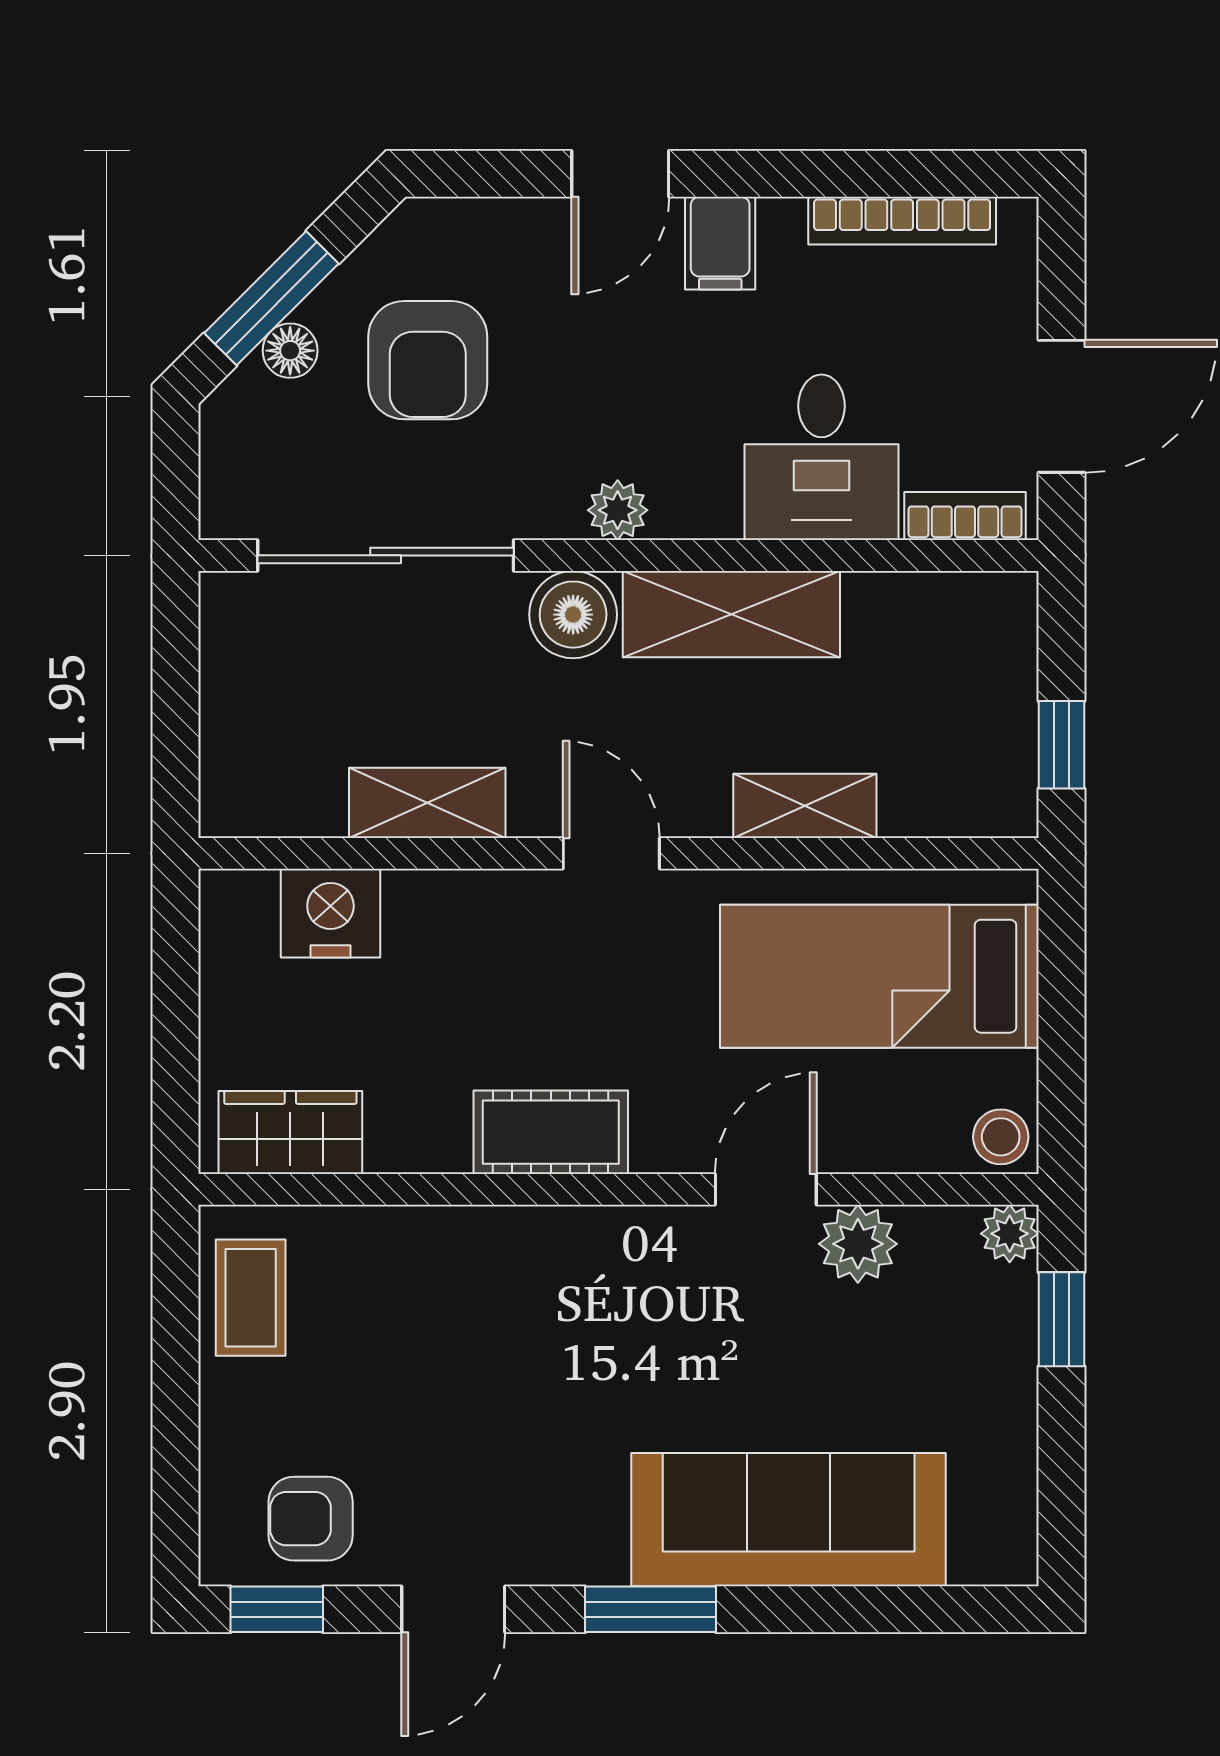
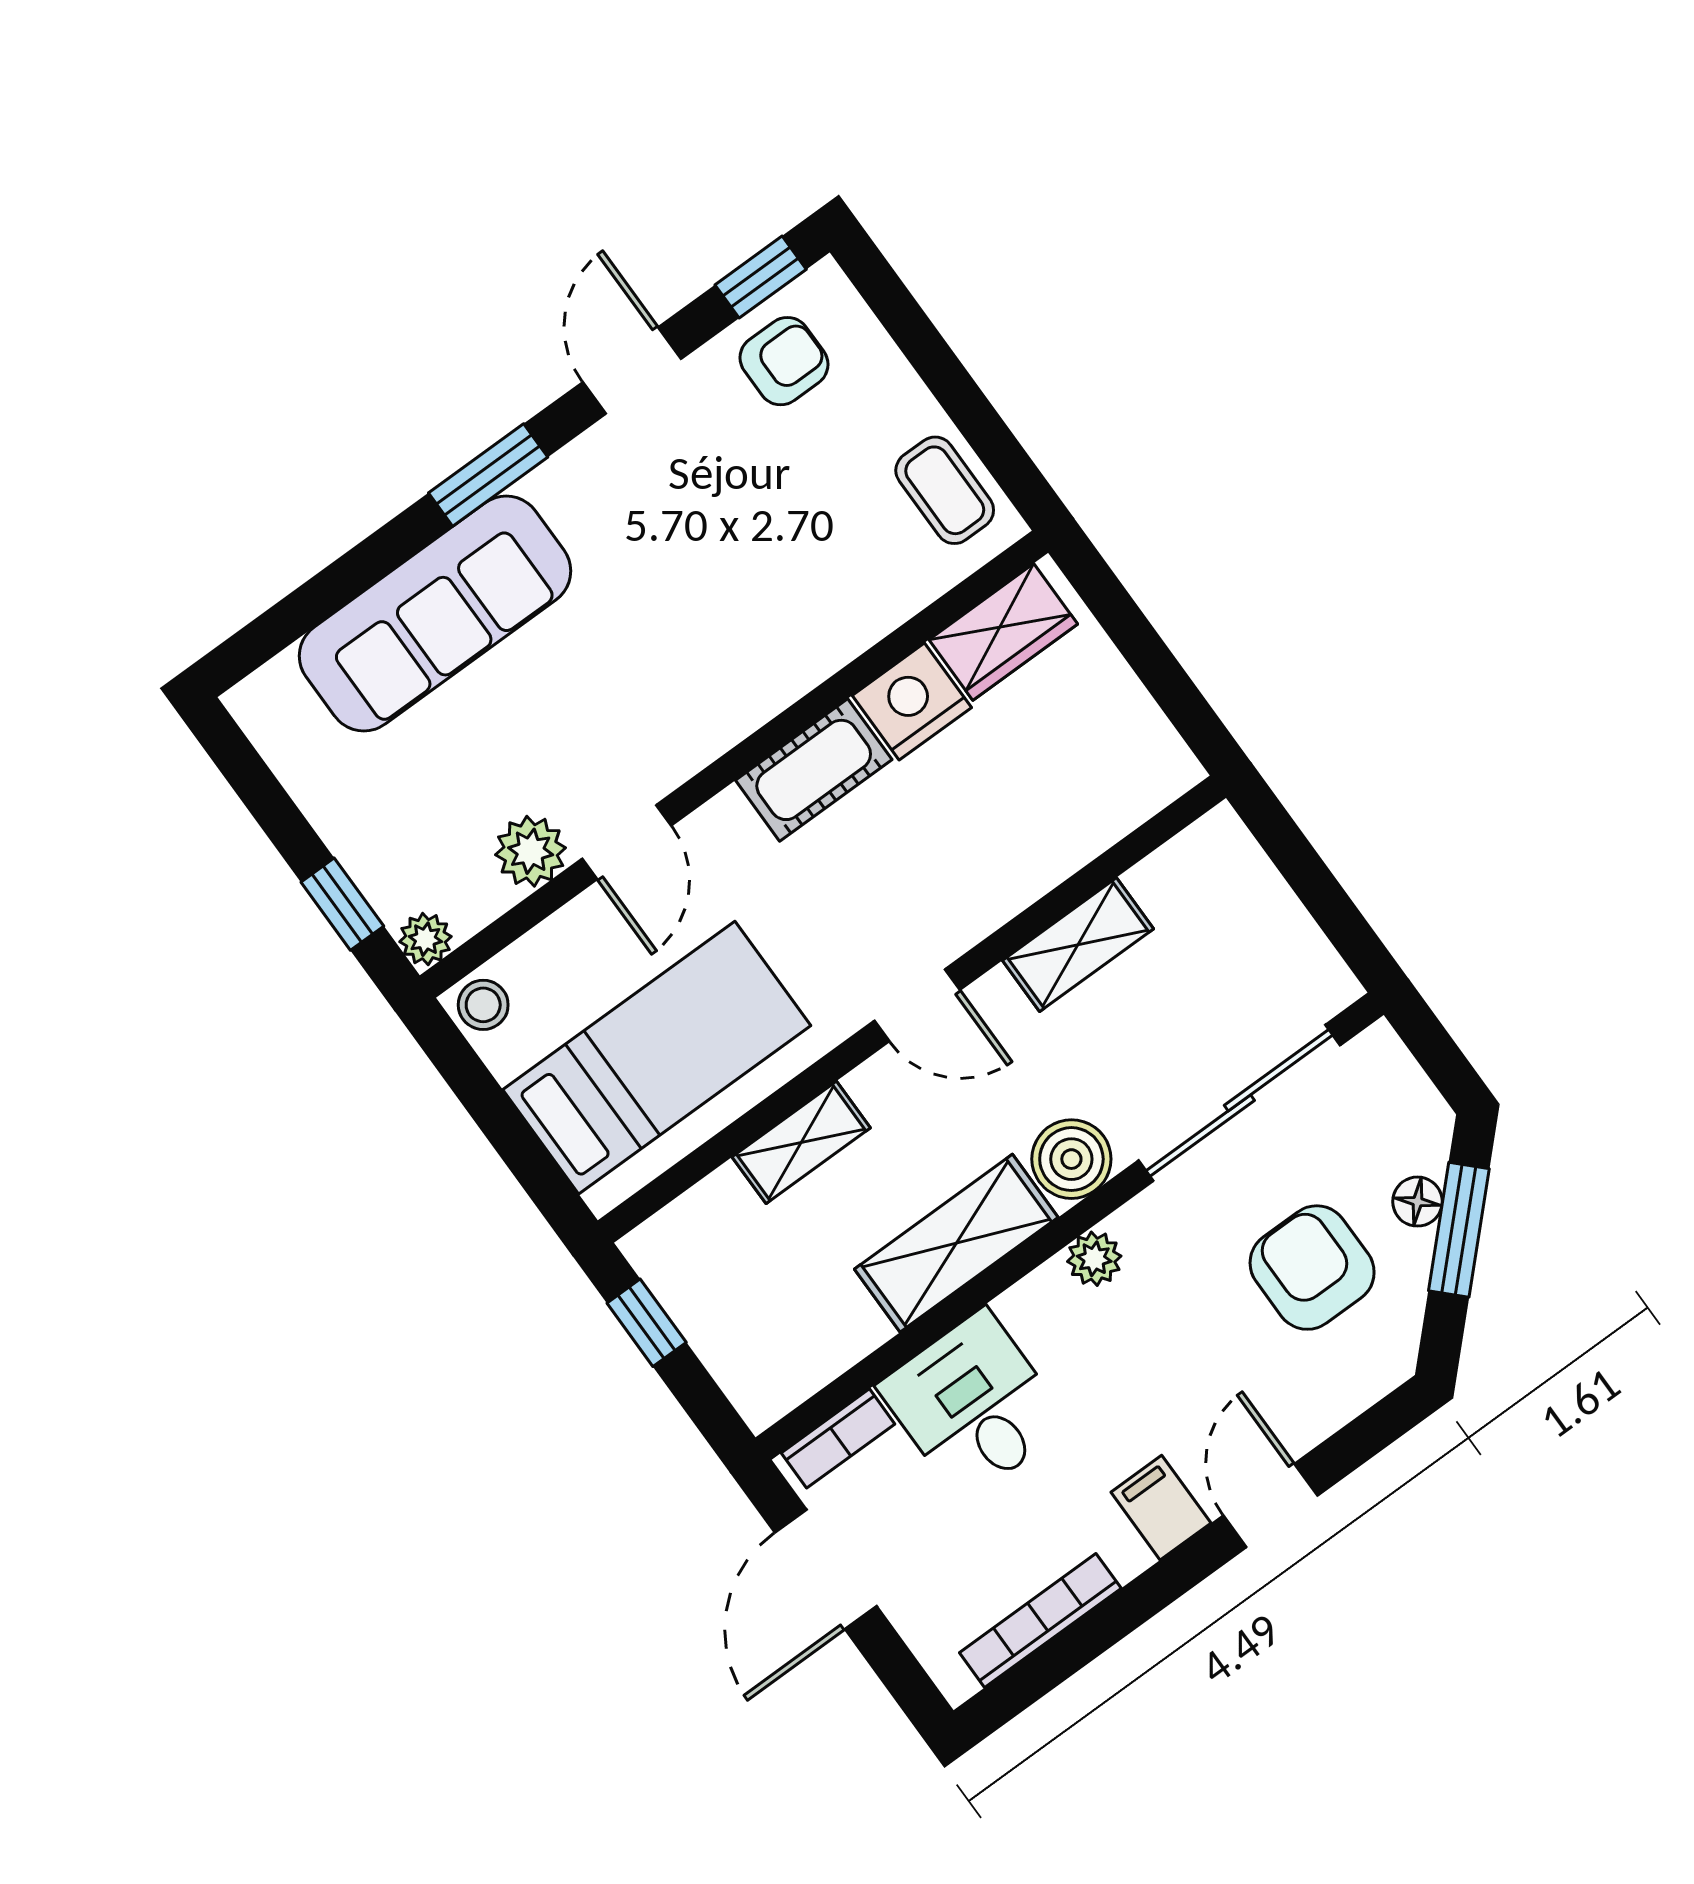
nightstand: (330, 913) -> (912, 702), moved, turned 180

